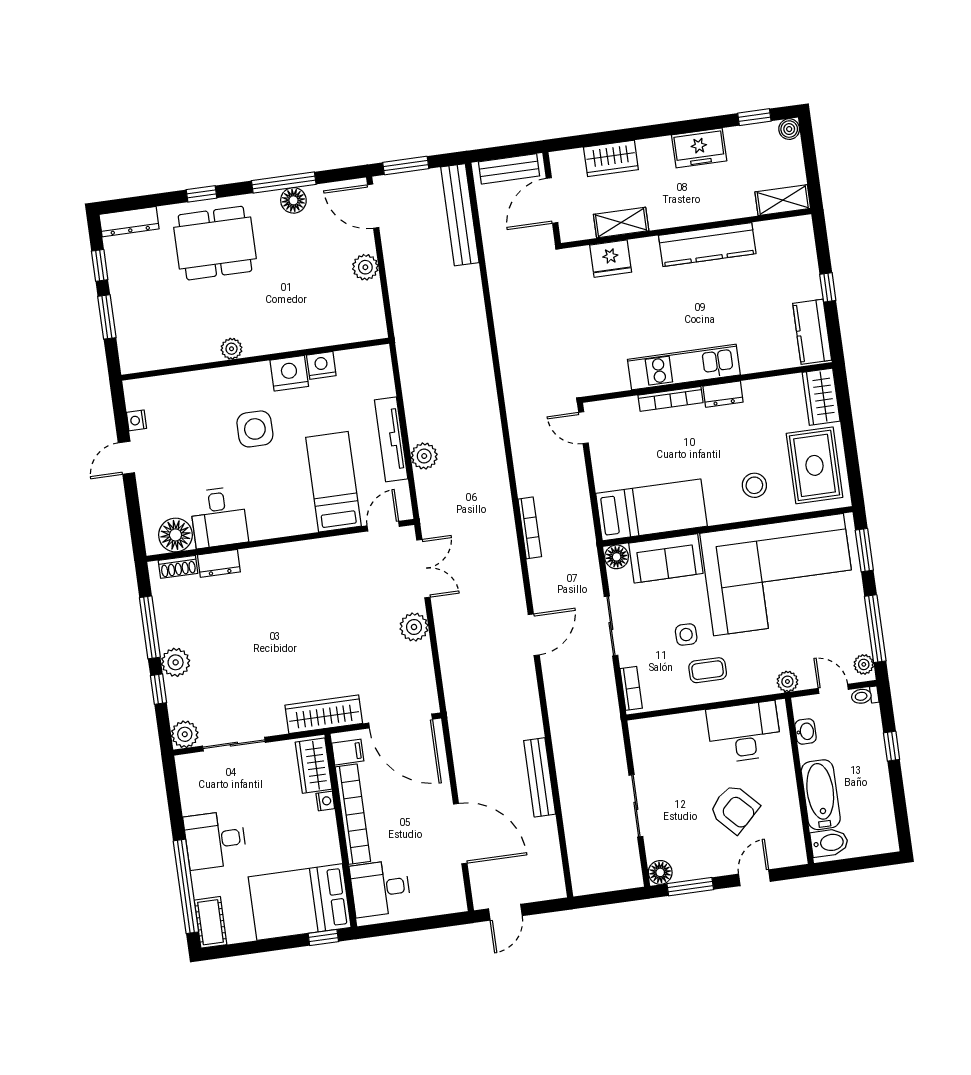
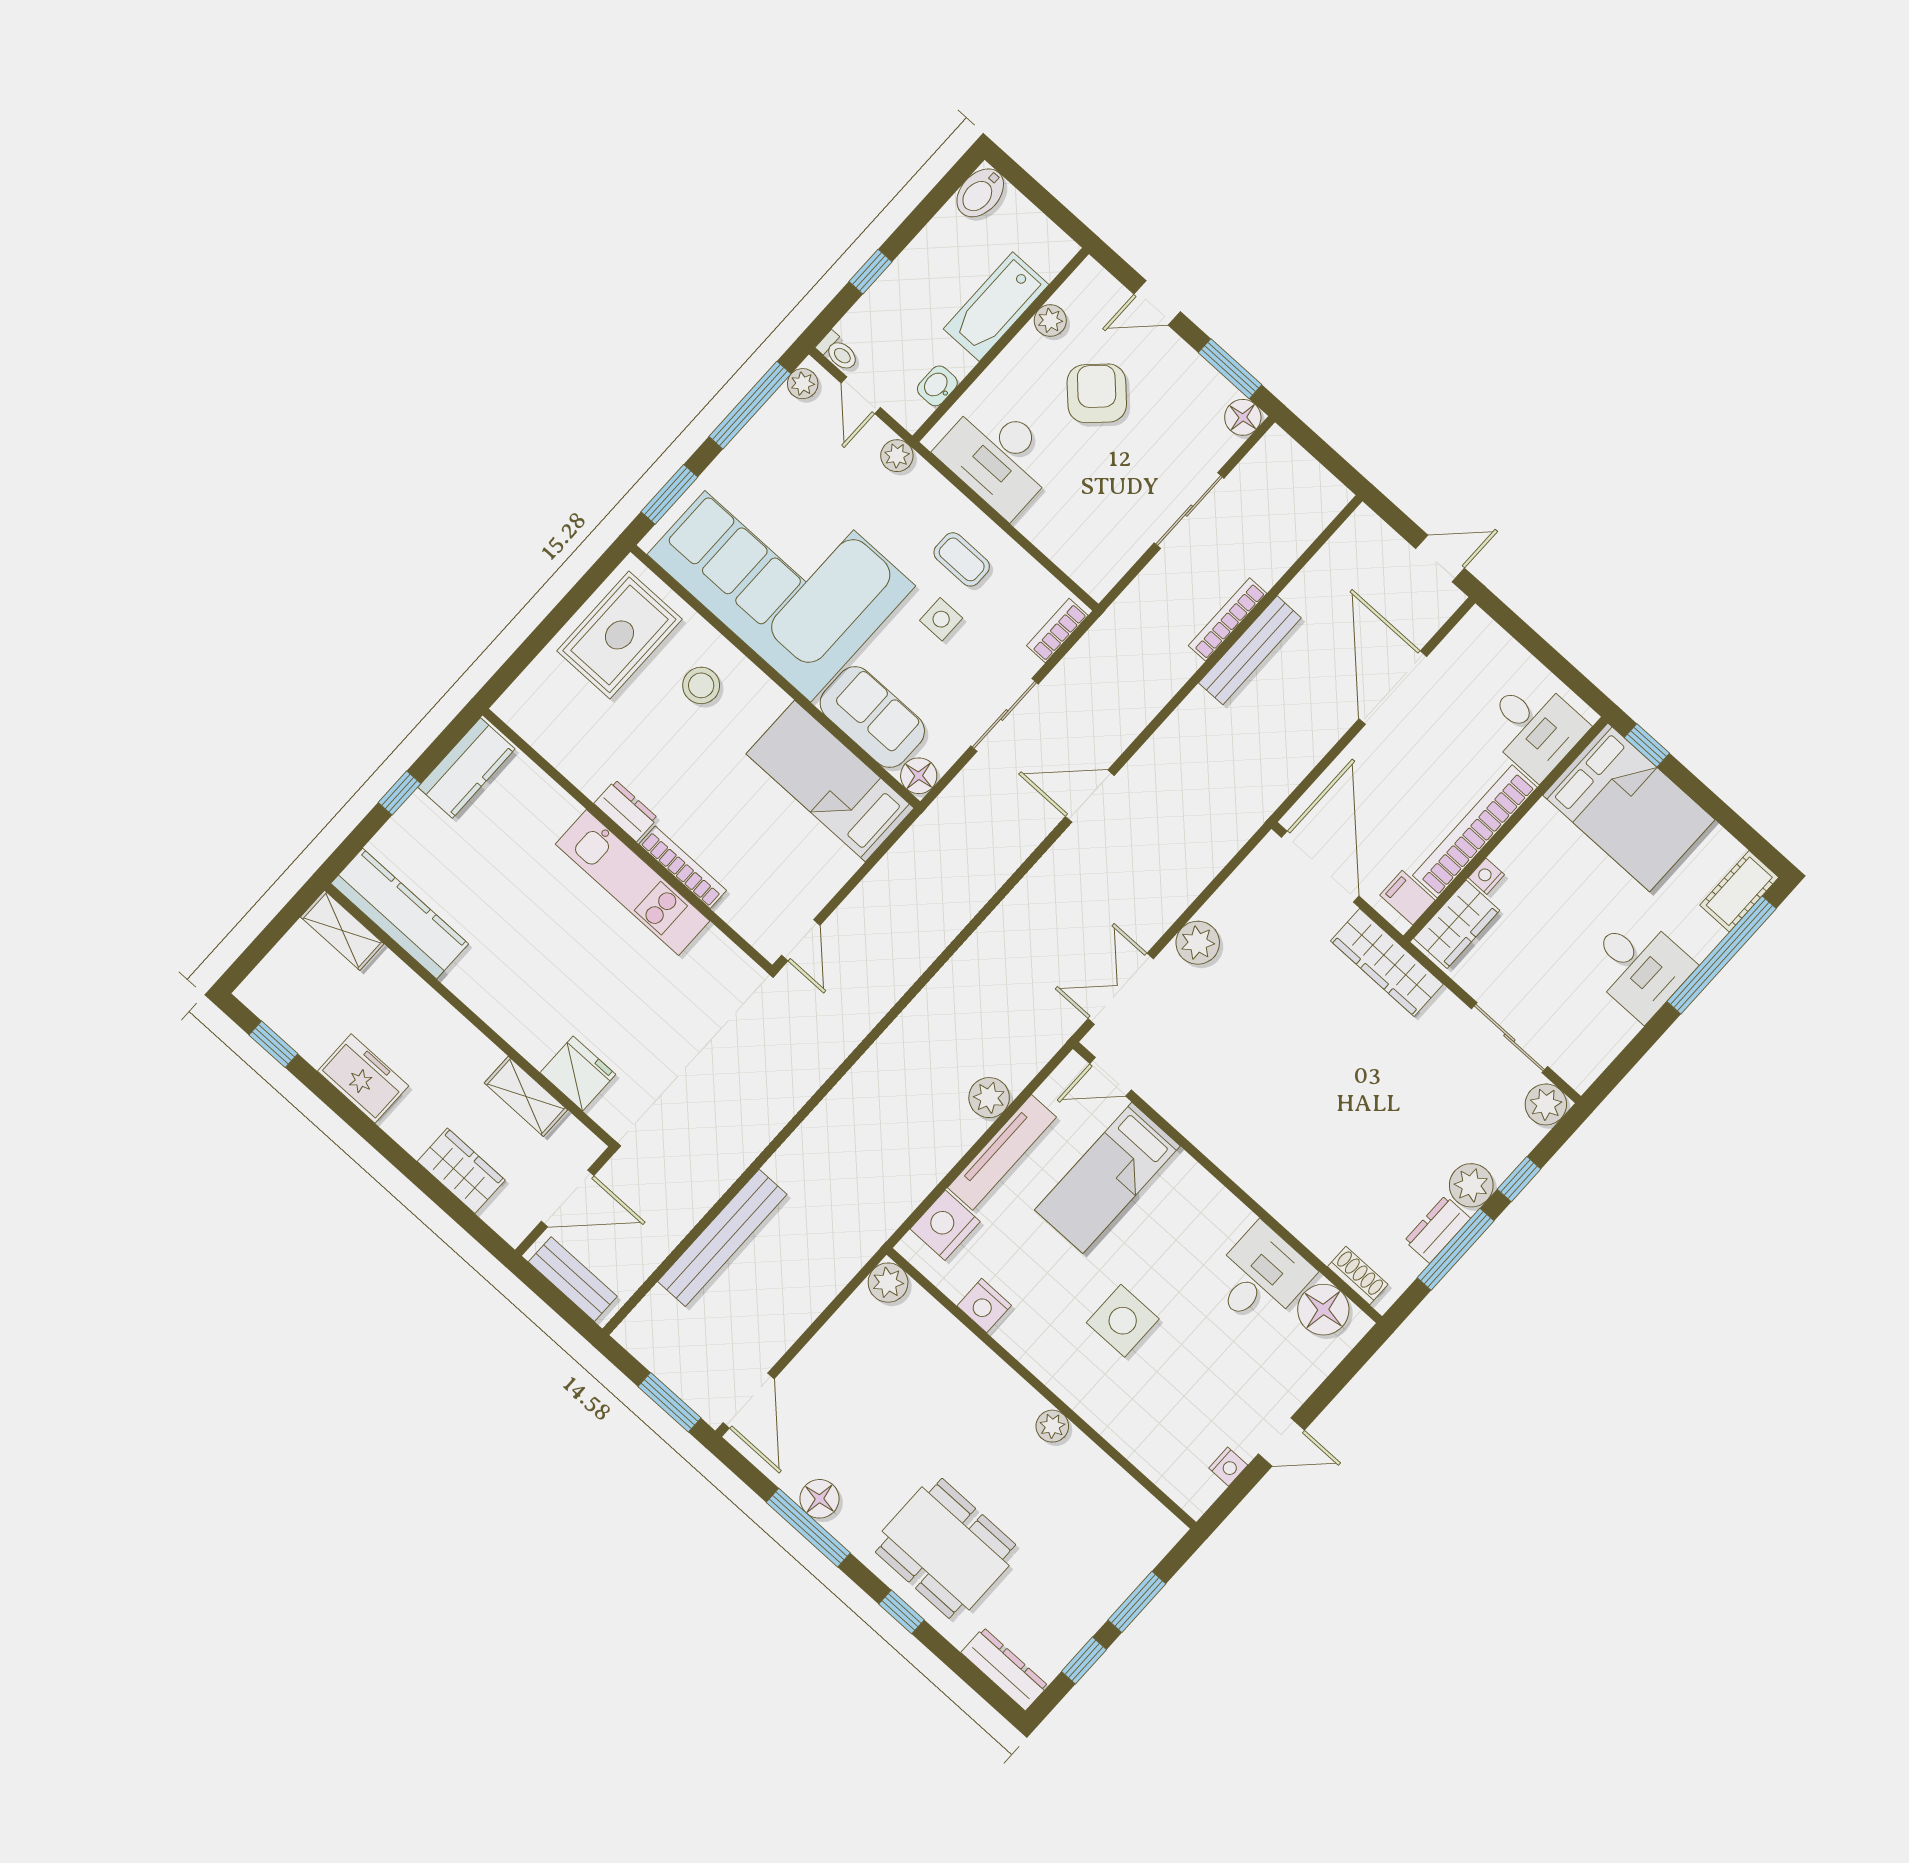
boiler: (789, 129) -> (253, 992), removed
bench: (460, 215) -> (722, 1238), moved
kitchen counter: (707, 245) -> (400, 914), moved
plant: (365, 267) -> (888, 1283), moved
nightstand: (289, 373) -> (945, 1225), moved, turned 90
wardrobe: (821, 397) -> (533, 694), removed
bookcase: (530, 528) -> (1228, 619), moved
dresser: (219, 563) -> (1437, 1229), moved, turned -90
plant: (791, 816) -> (1050, 321), added
bidet: (829, 843) -> (980, 193), moved, turned -90

